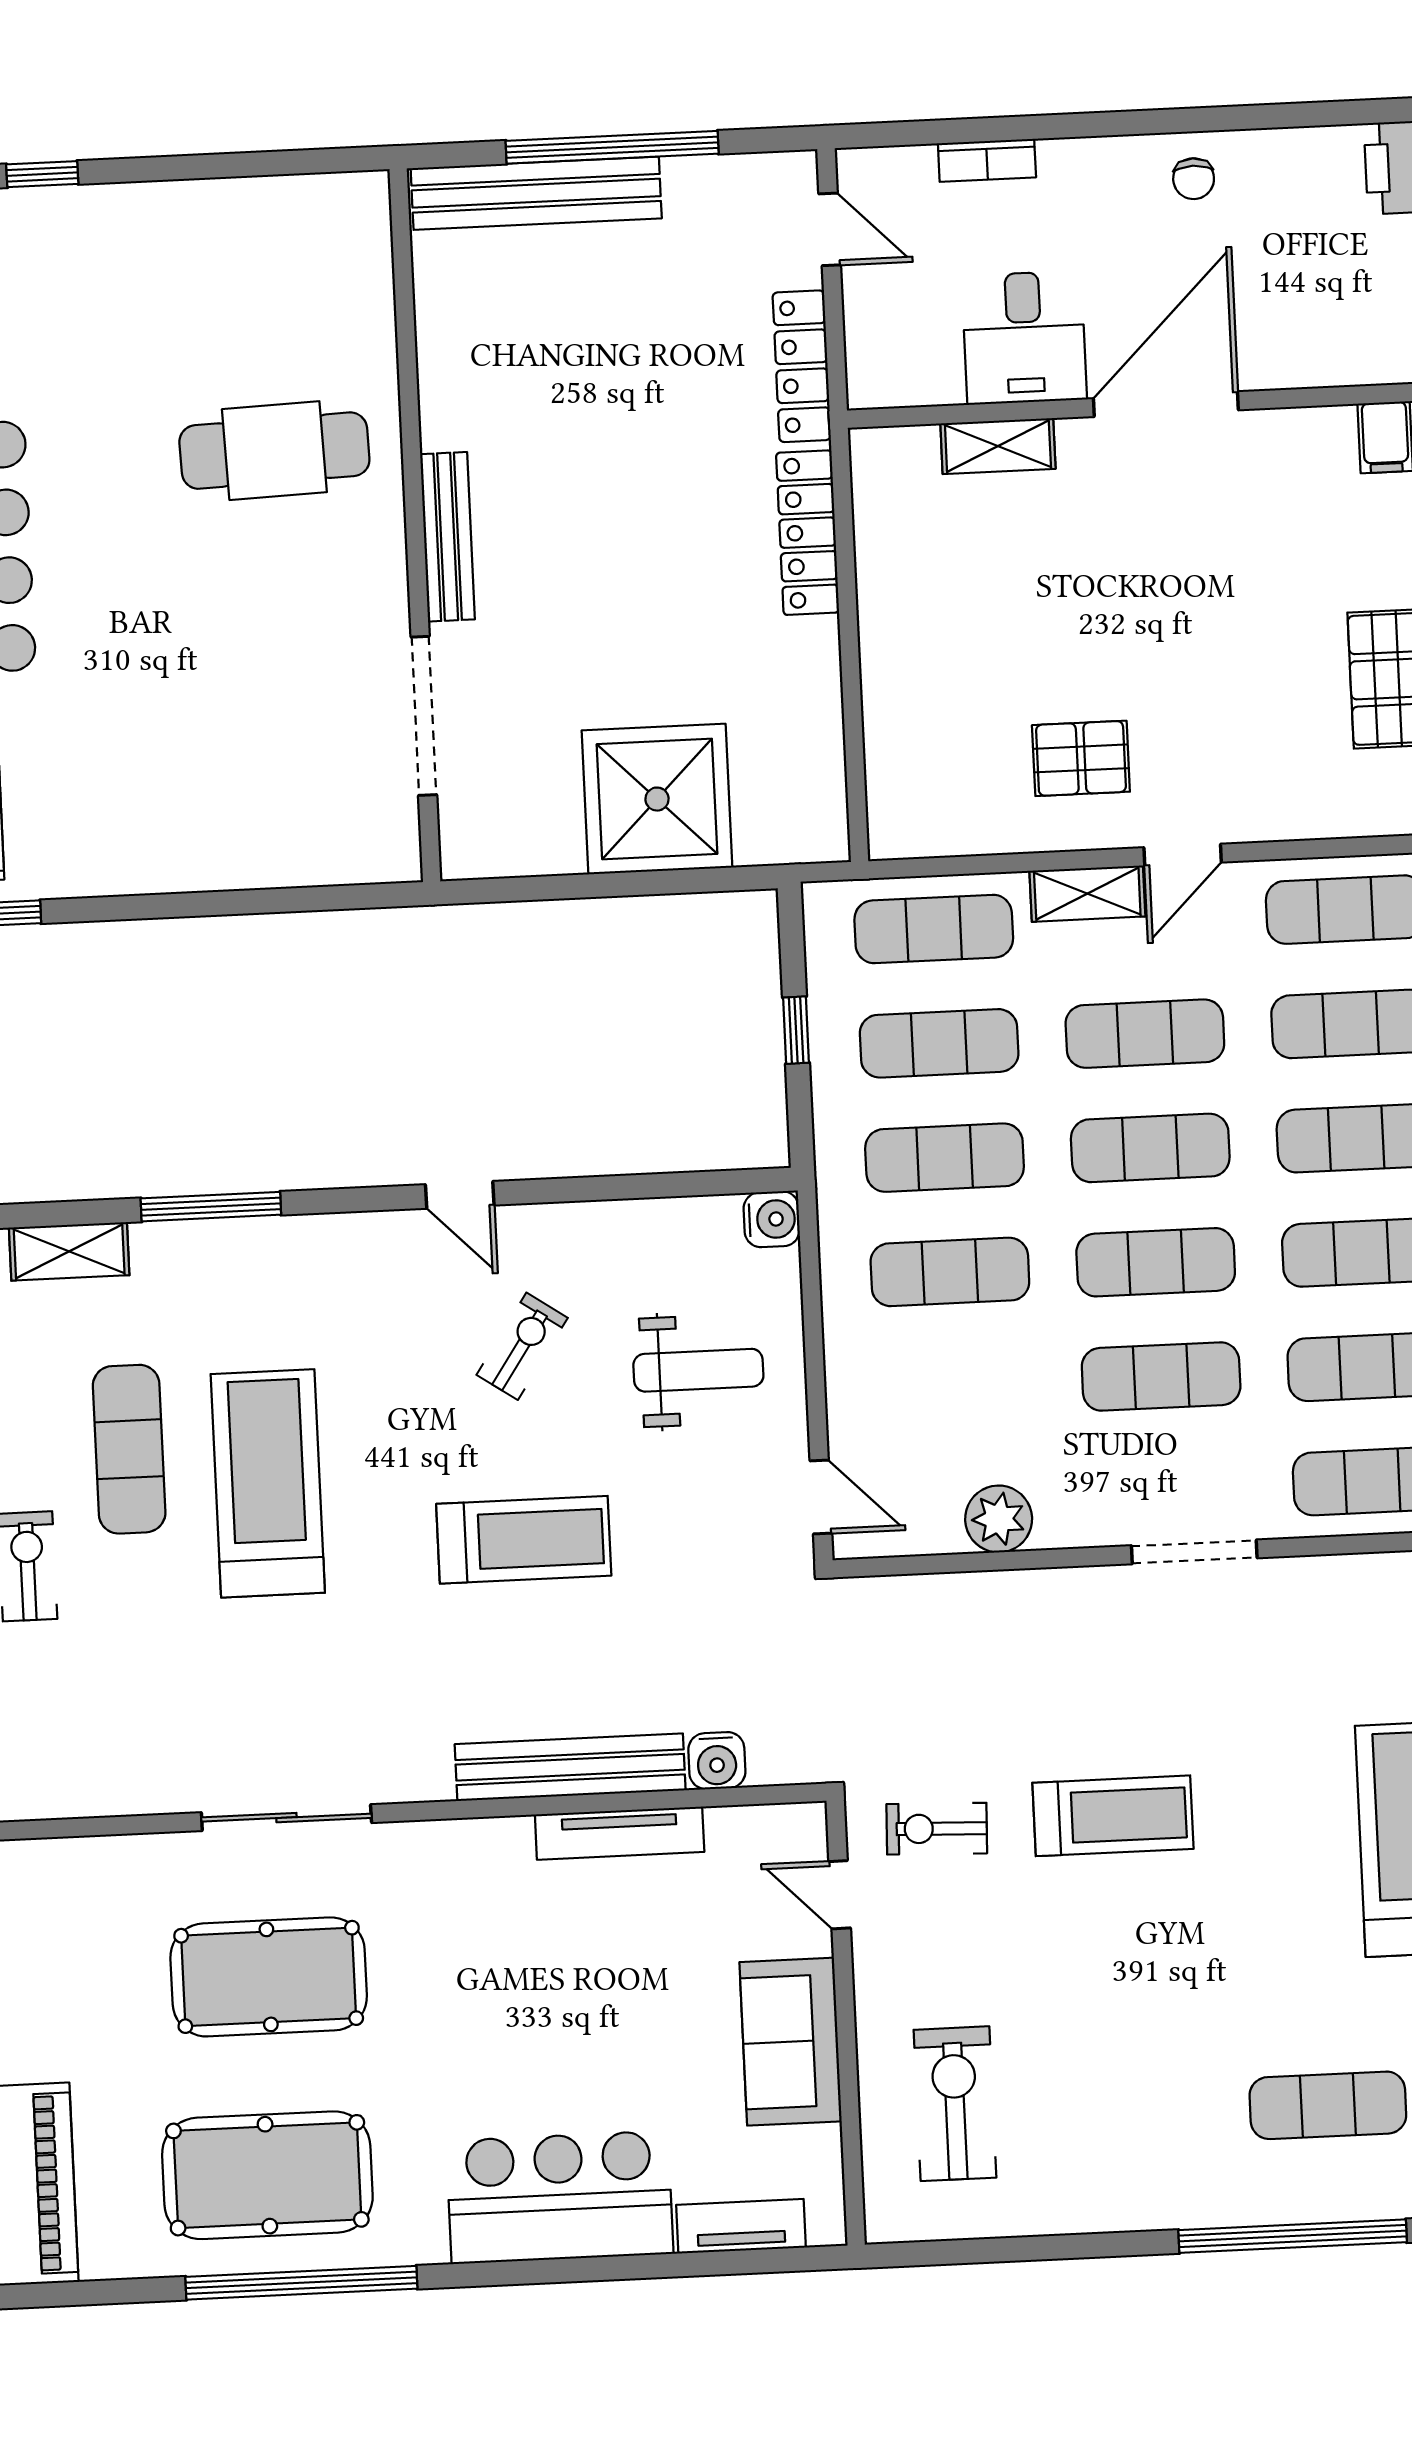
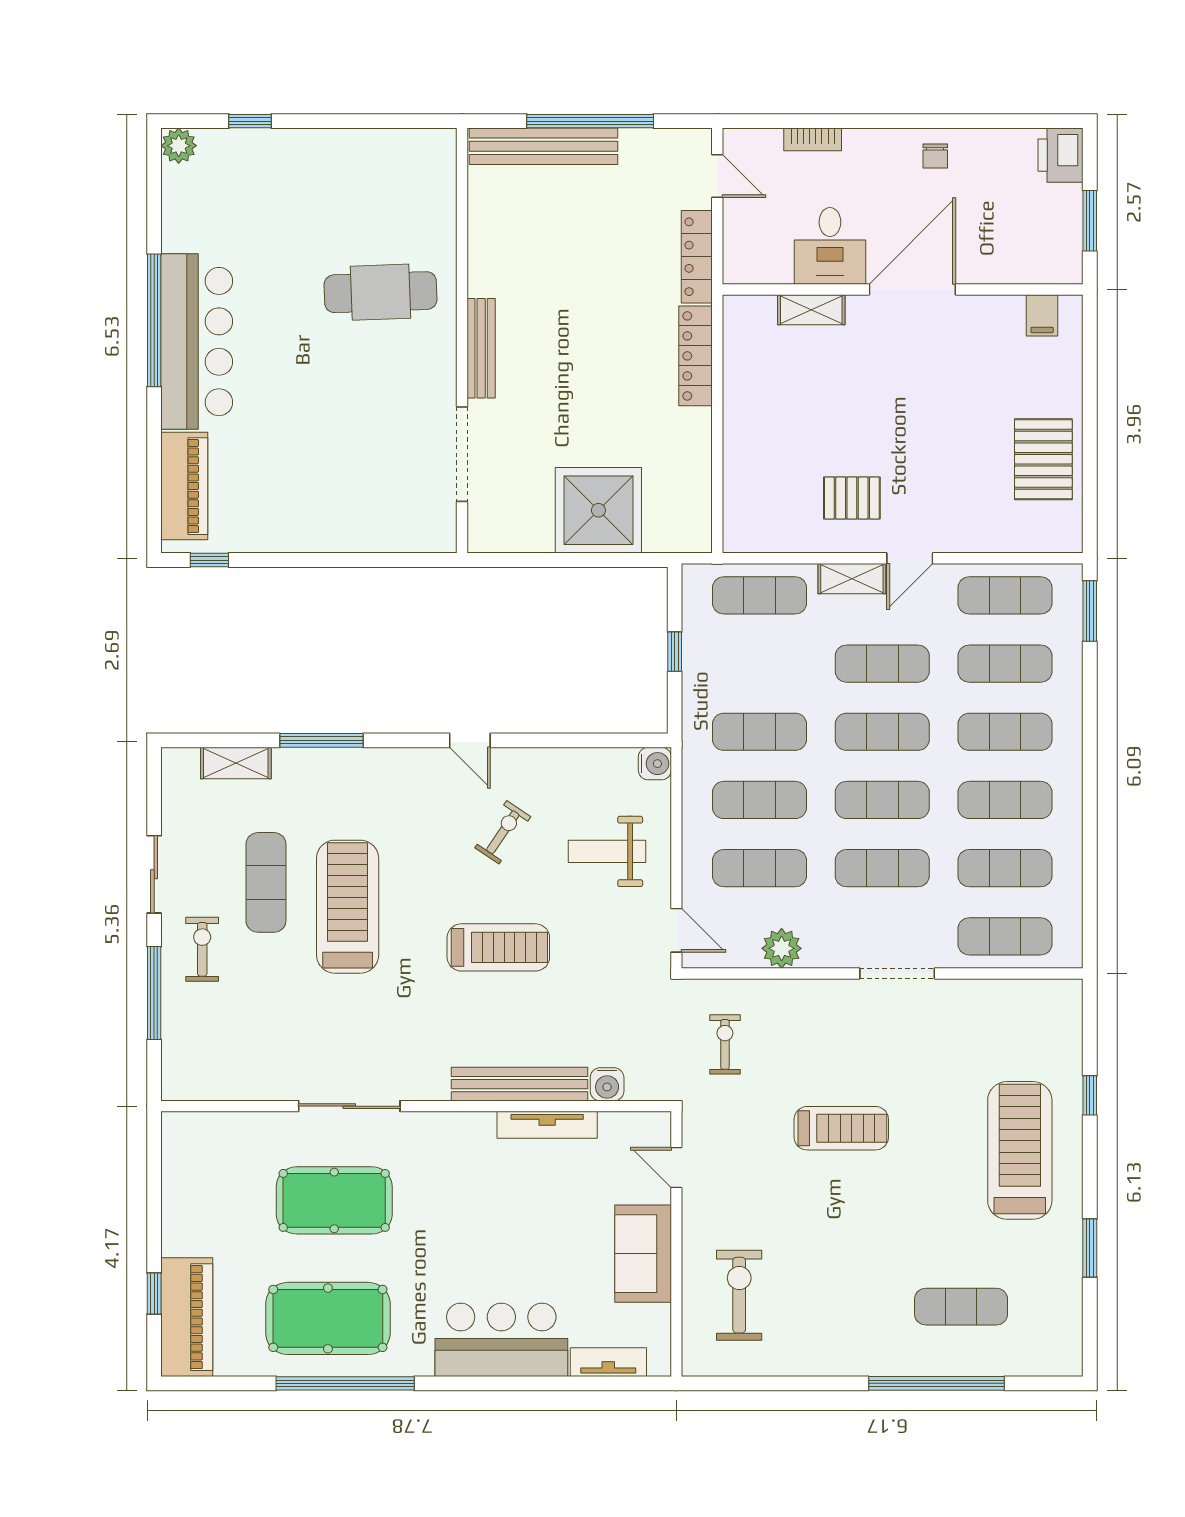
exercise mat: (939, 1043) -> (759, 868), moved
weight bench: (698, 1370) -> (607, 851), turned 180
exercise bike: (937, 1829) -> (725, 1044), moved, turned 88

